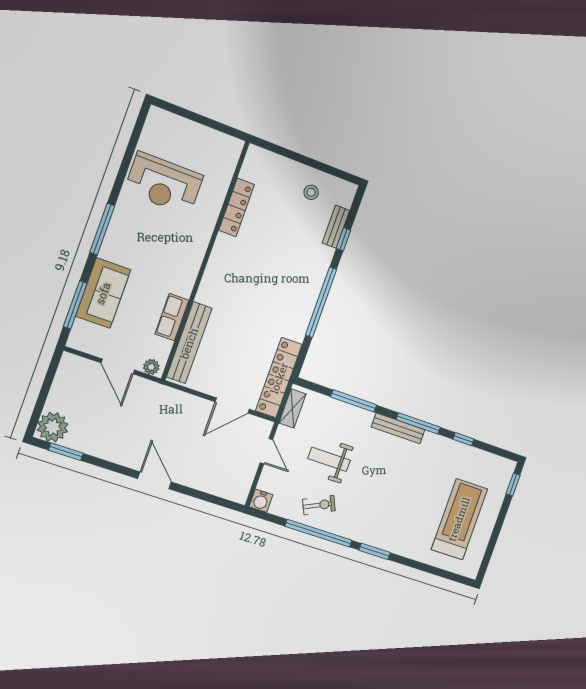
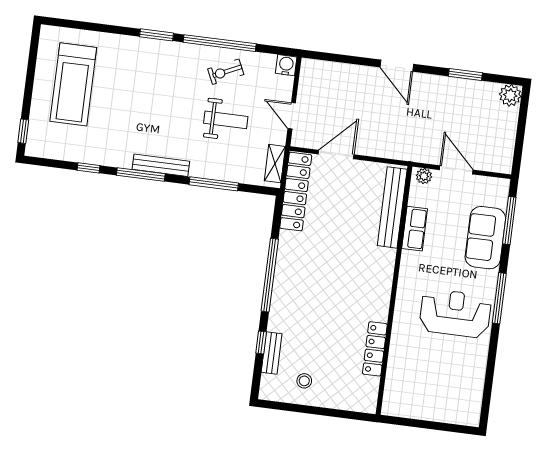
reception desk: (164, 184) -> (455, 313), moved
plant: (53, 427) -> (510, 95), width x0.73, depth x0.73
window: (66, 452) -> (465, 74), moved

